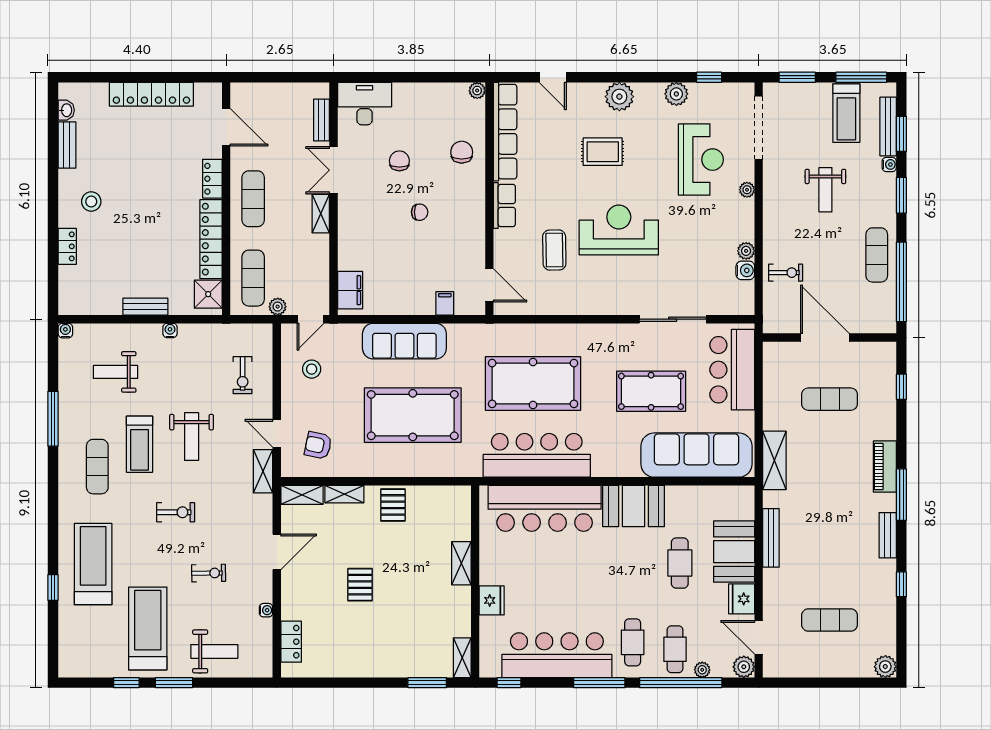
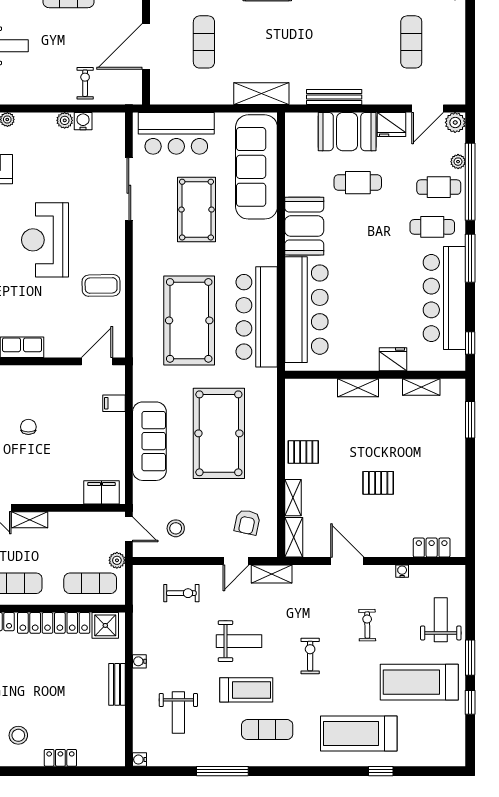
coffee table: (554, 250) -> (101, 285), moved
shelving: (462, 658) -> (421, 387), moved

